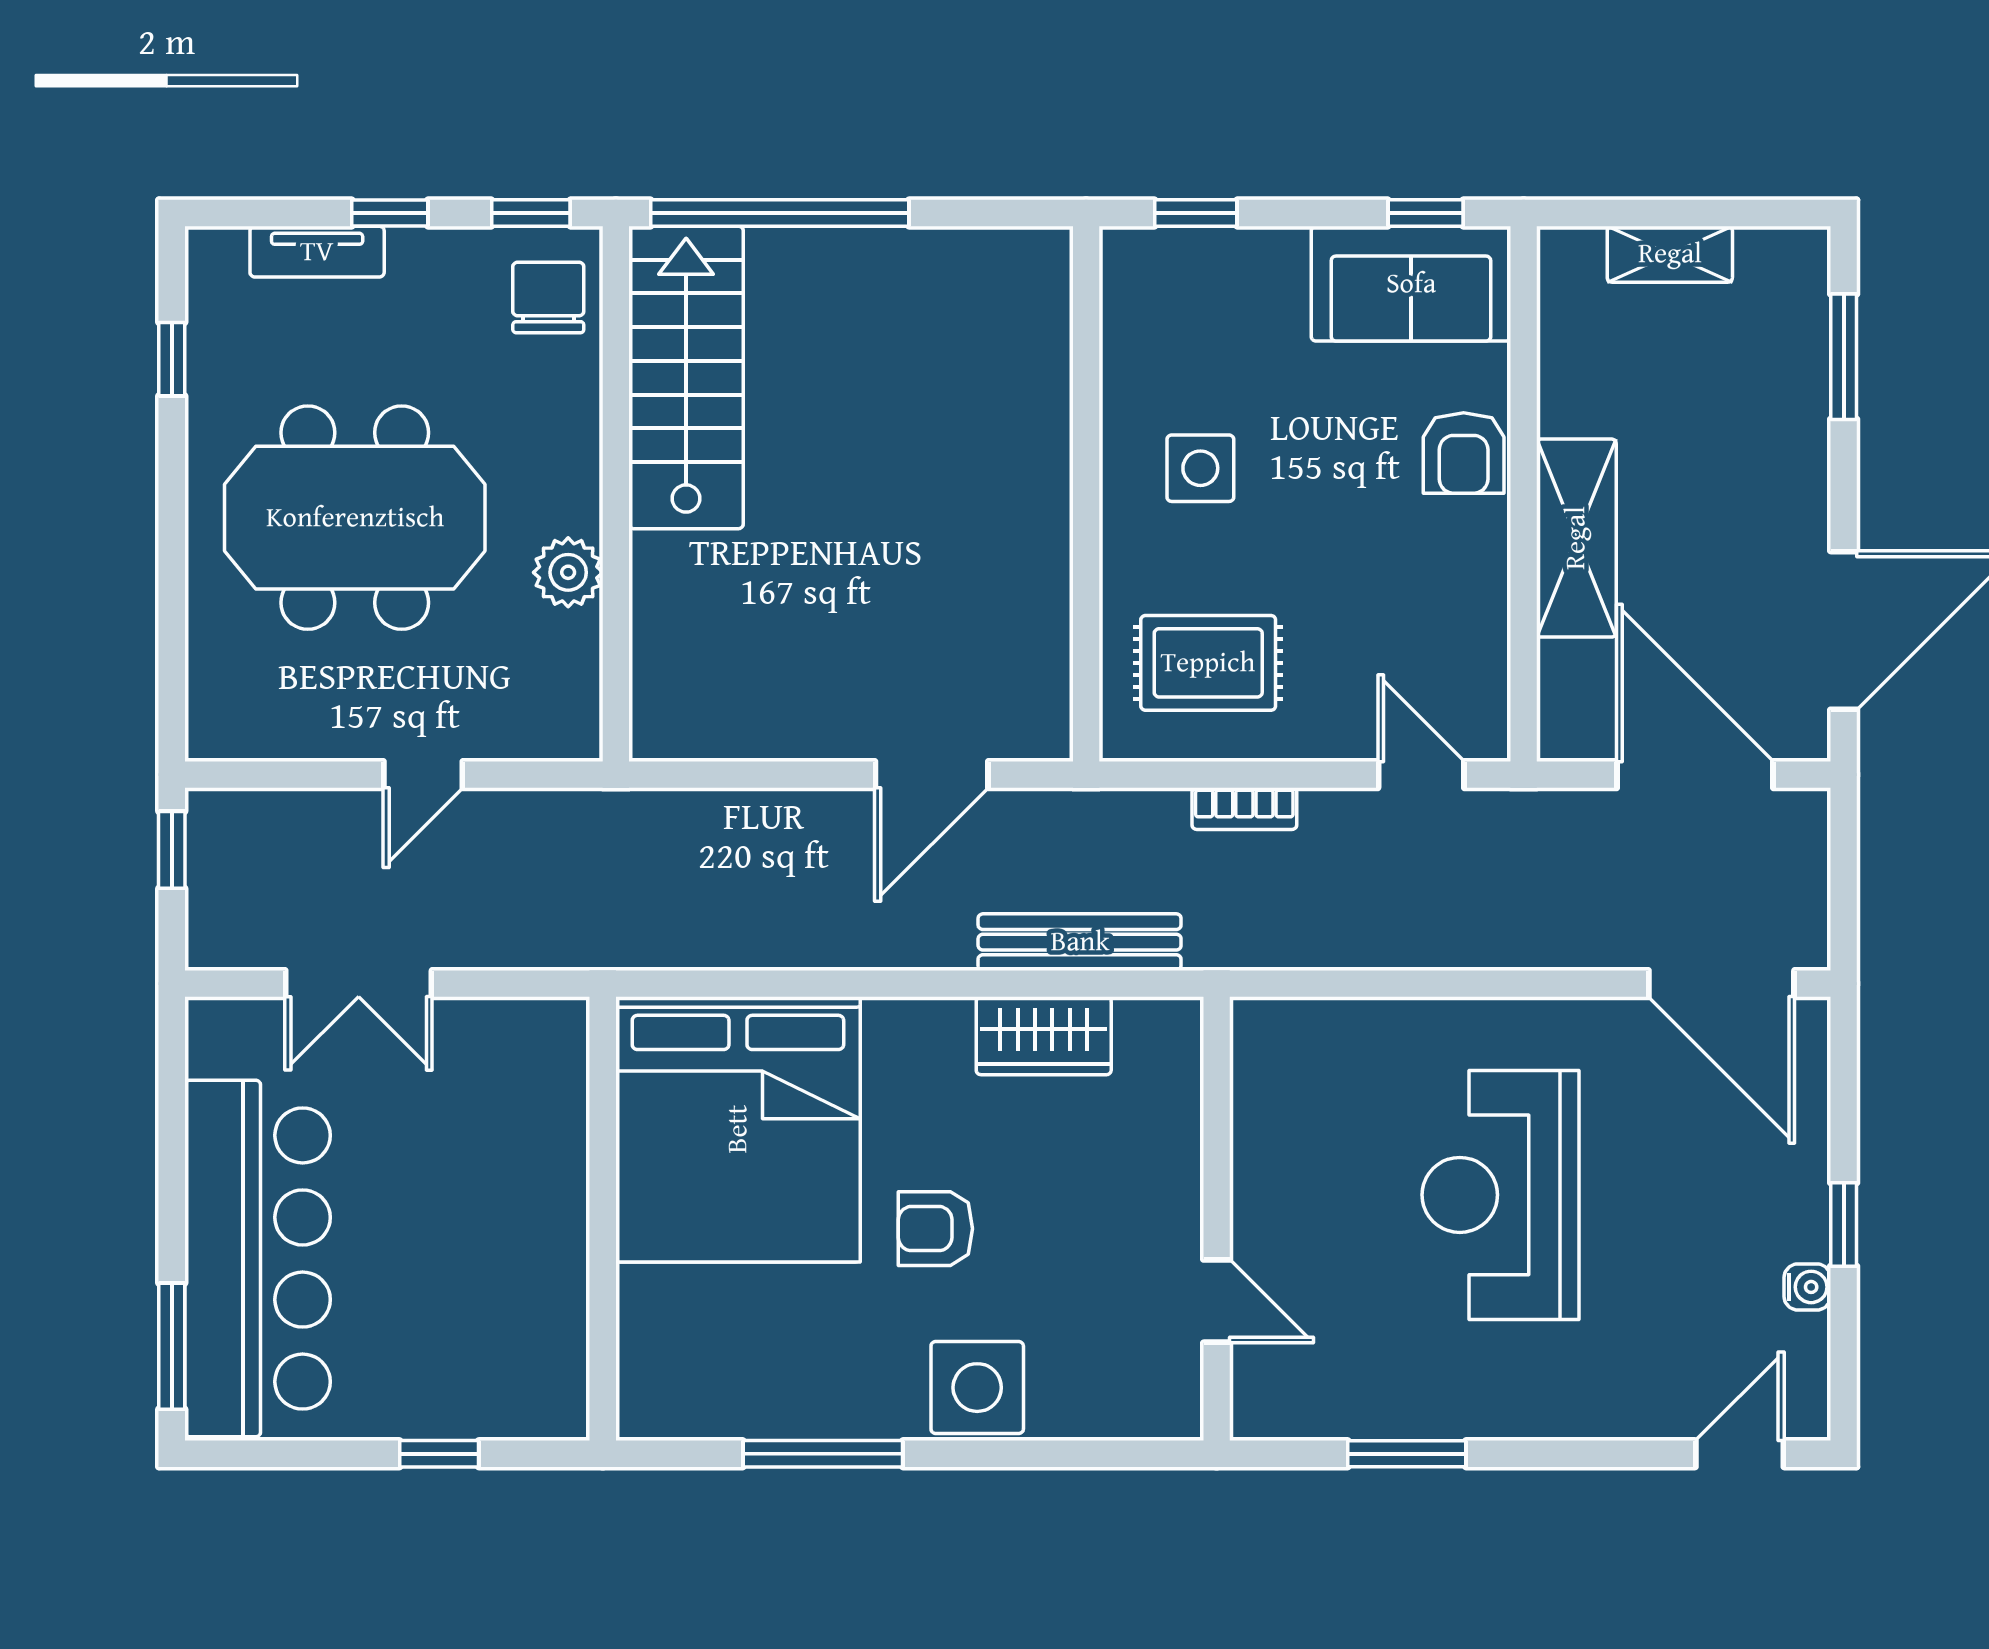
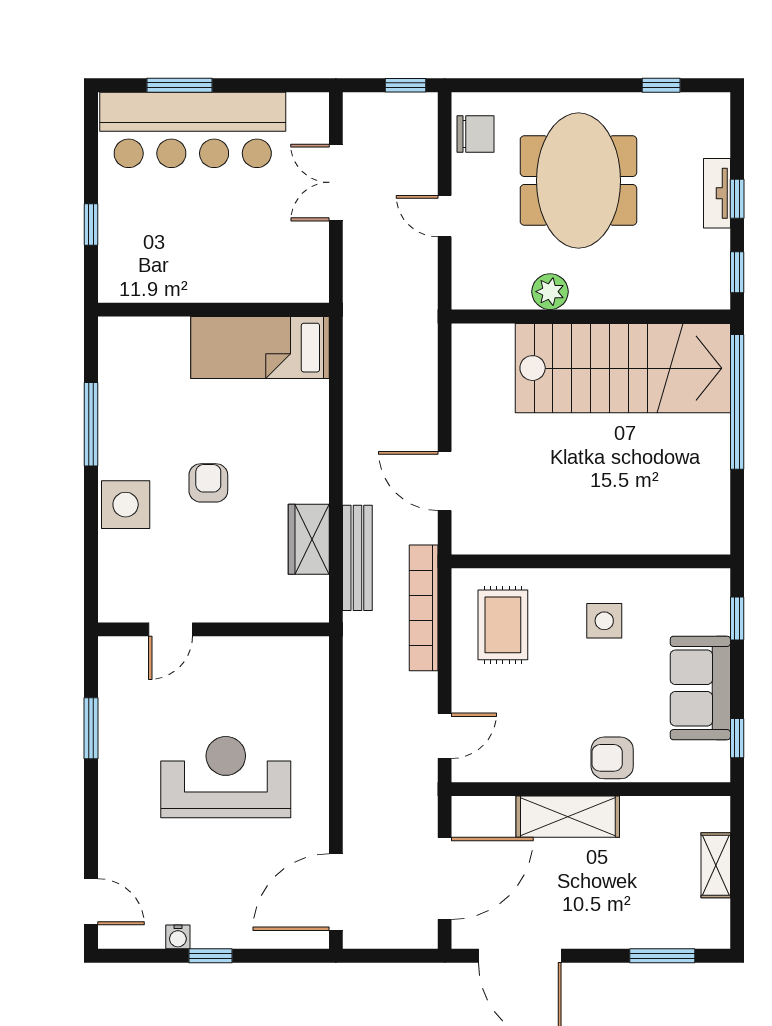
tv unit: (317, 252) -> (717, 193), moved
sofa: (1411, 284) -> (700, 688), moved
chair: (548, 298) -> (476, 134), moved
stairs: (686, 377) -> (623, 368), width x1.36, depth x1.51
bookcase: (1244, 809) -> (424, 608), width x2.31, depth x1.31
bed: (738, 1129) -> (260, 348), width x0.49
window: (172, 1346) -> (179, 85), moved

